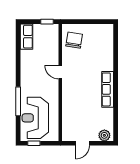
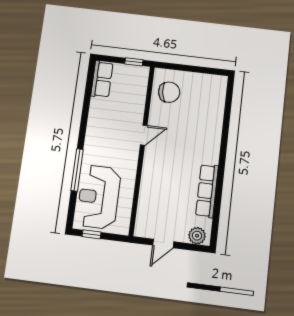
chair: (74, 40) -> (169, 92), turned 73
door: (60, 72) -> (144, 135), swing flipped
row of seats: (108, 89) -> (207, 191), moved

